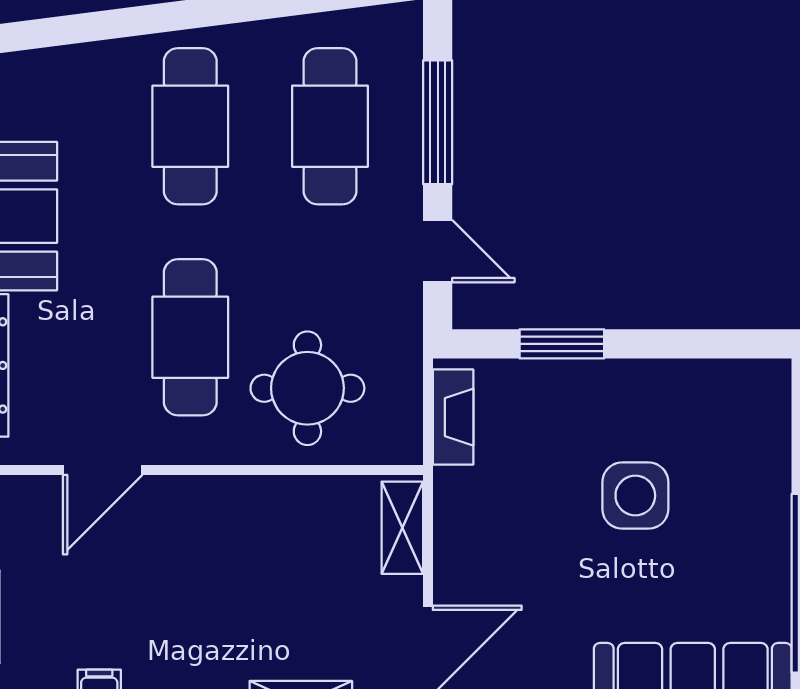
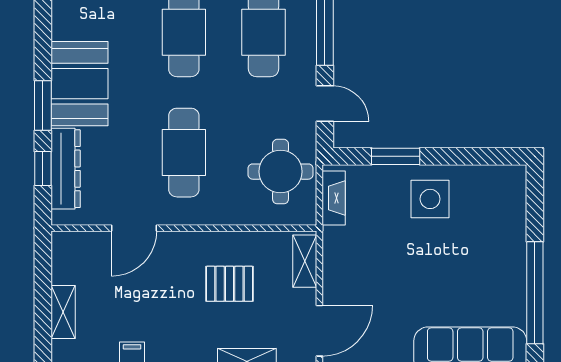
round table: (307, 388) -> (281, 172), moved
side table: (635, 496) -> (430, 199), moved
pallet: (270, 568) -> (229, 284), added

